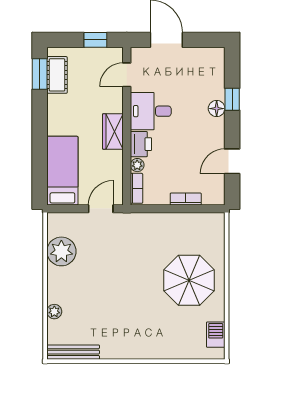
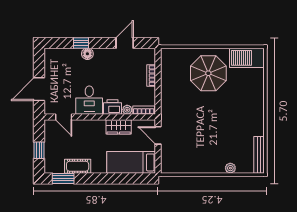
window: (95, 40) -> (39, 150), moved
cot: (57, 75) -> (78, 166), moved
wardrobe: (113, 131) -> (119, 127), moved
door: (232, 161) -> (125, 43), swing flipped
plant: (61, 251) -> (188, 163), removed
barbecue: (216, 335) -> (247, 58), width x1.88, depth x1.53

